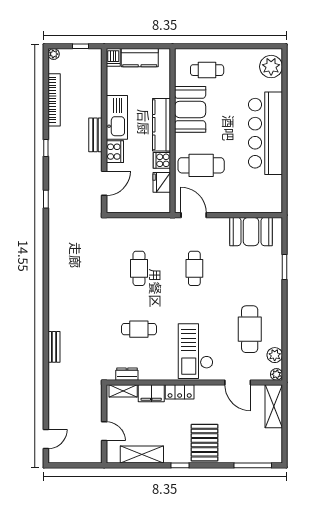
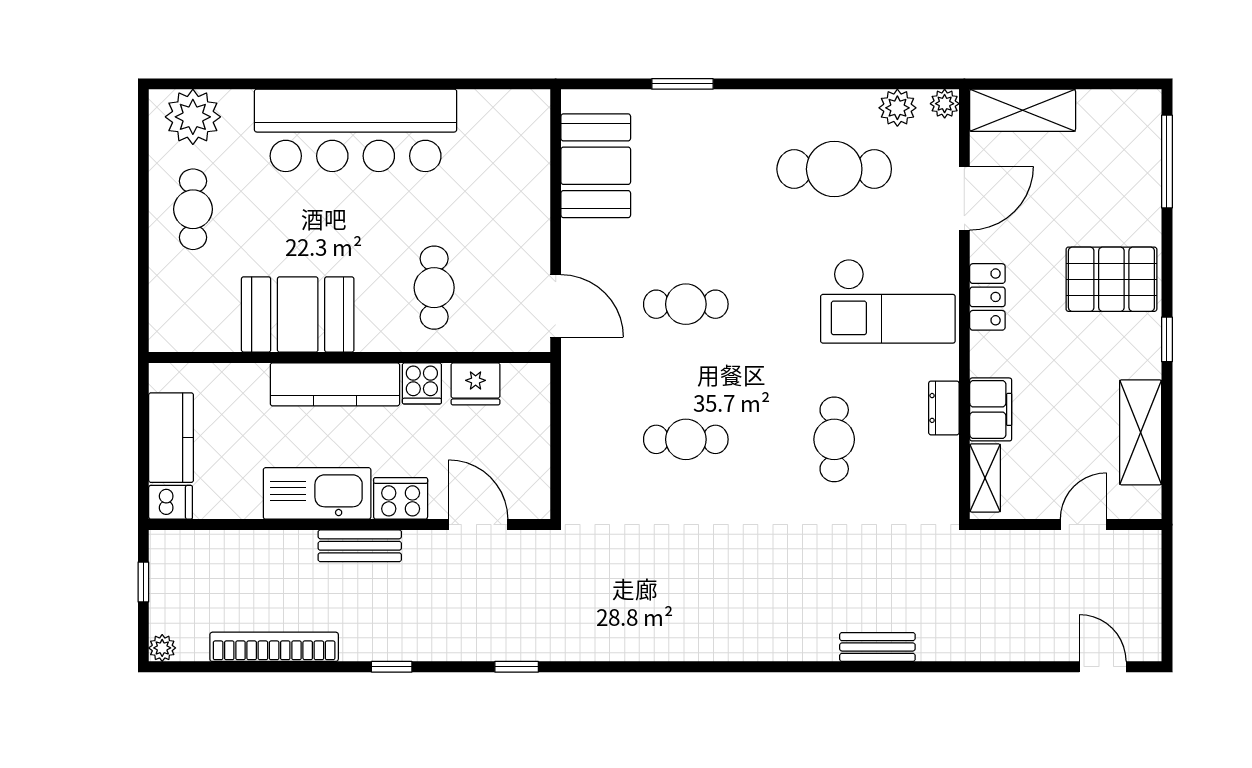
cafe table: (207, 70) -> (193, 209), moved
cafe table: (201, 165) -> (434, 288), width x0.73, depth x0.74
door: (194, 215) -> (556, 306), swing flipped
dresser: (127, 374) -> (944, 408), moved
locker: (180, 392) -> (987, 297), moved

